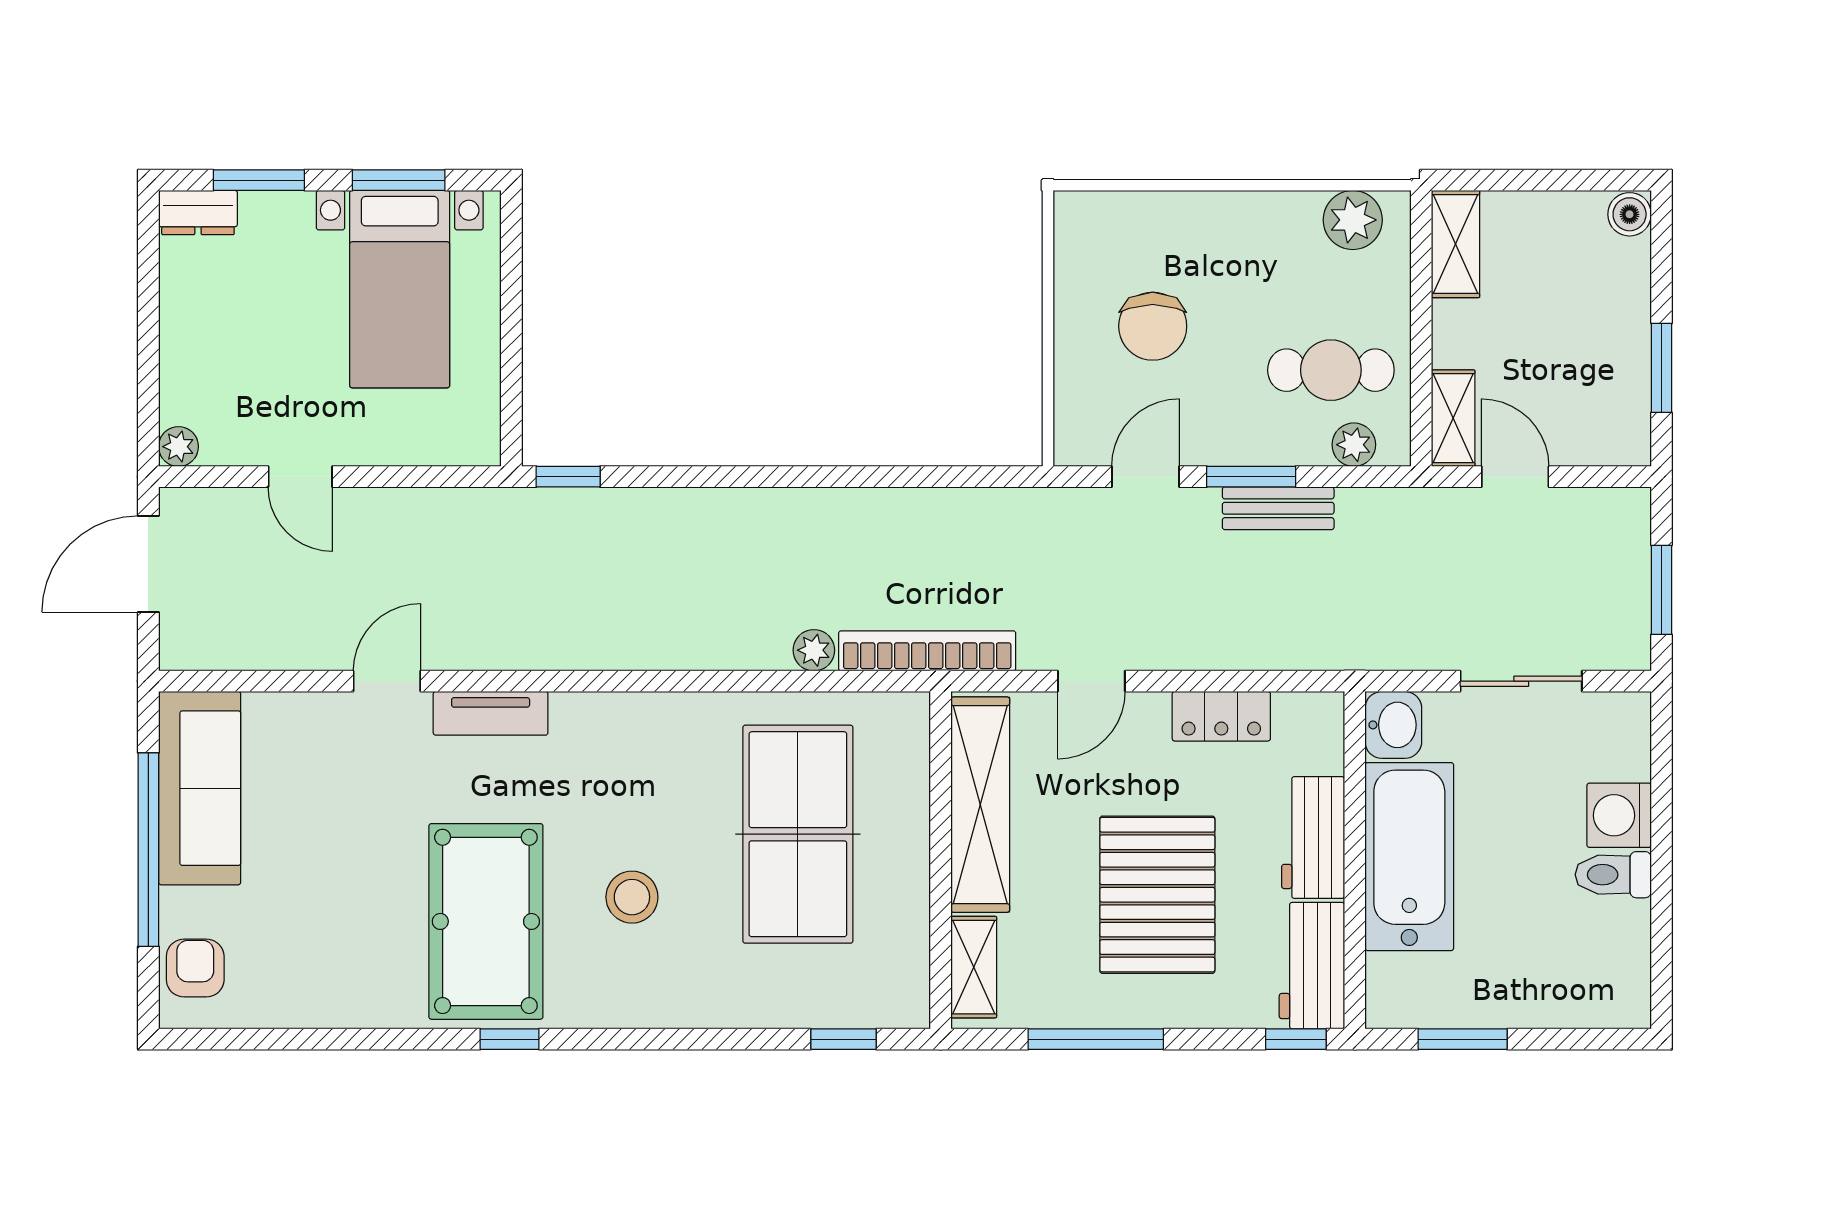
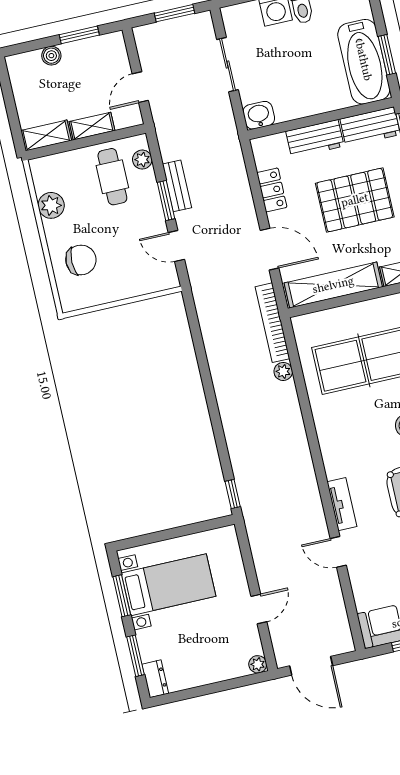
boiler: (1630, 214) -> (51, 56), moved
plant: (1353, 220) -> (51, 205), moved
chair: (1153, 326) -> (81, 260), moved
shelving: (1453, 418) -> (92, 126), moved
door: (1091, 681) -> (269, 249), width x1.38
bathtub: (1409, 857) -> (364, 62), moved, turned -90

